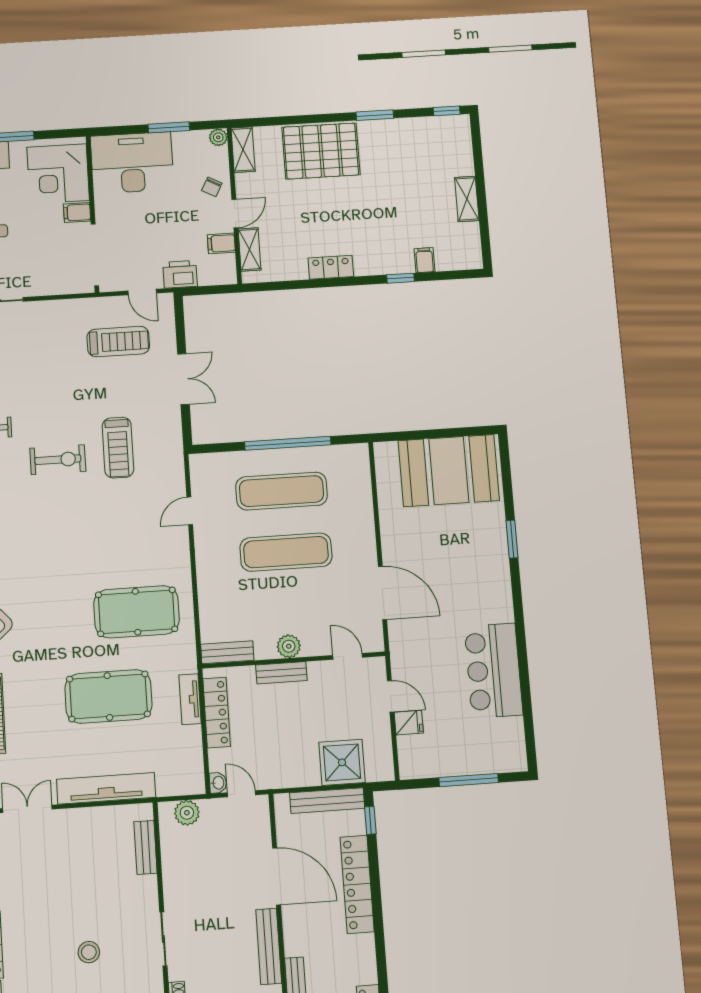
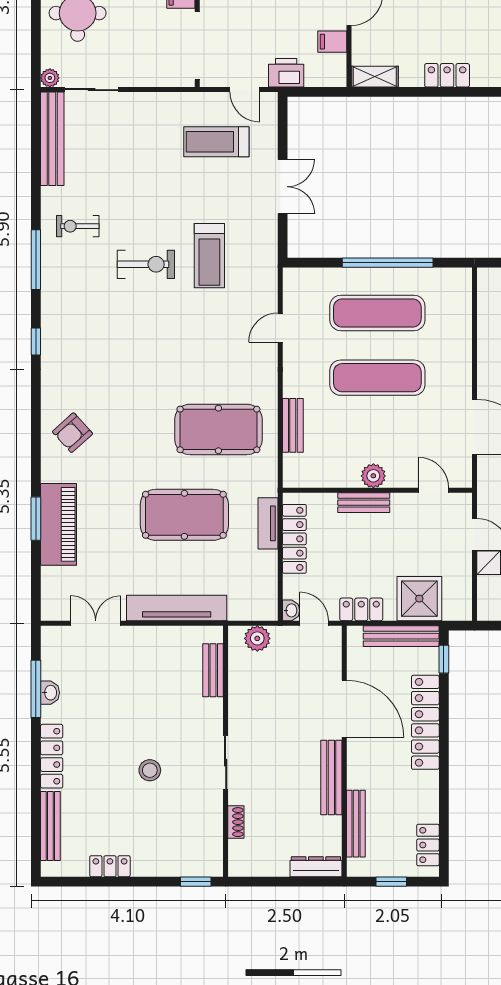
shelving: (250, 249) -> (375, 77), moved, turned 90
treadmill: (118, 342) -> (216, 142), turned 180
bench: (227, 652) -> (293, 425), moved, turned 90
locker: (286, 777) -> (361, 609), added

